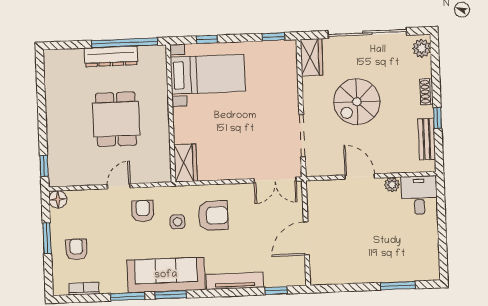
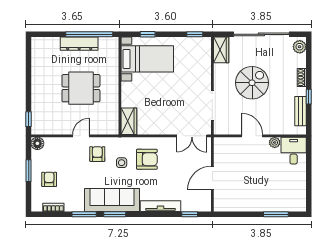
spiral stairs: (357, 102) -> (252, 83), turned 180
dining table: (116, 119) -> (81, 88), turned 90

